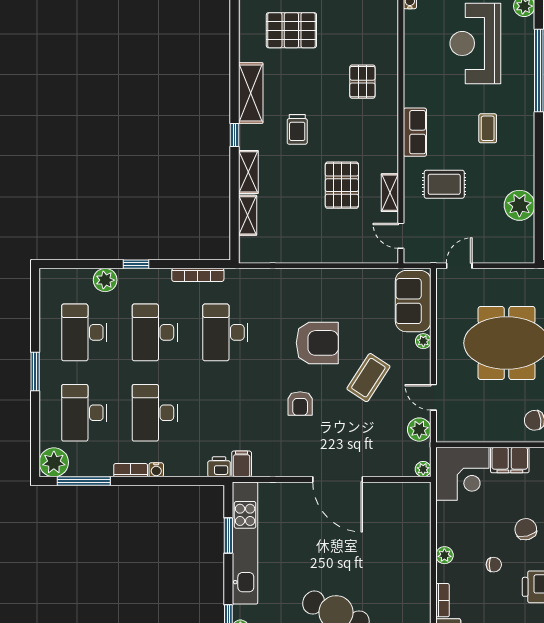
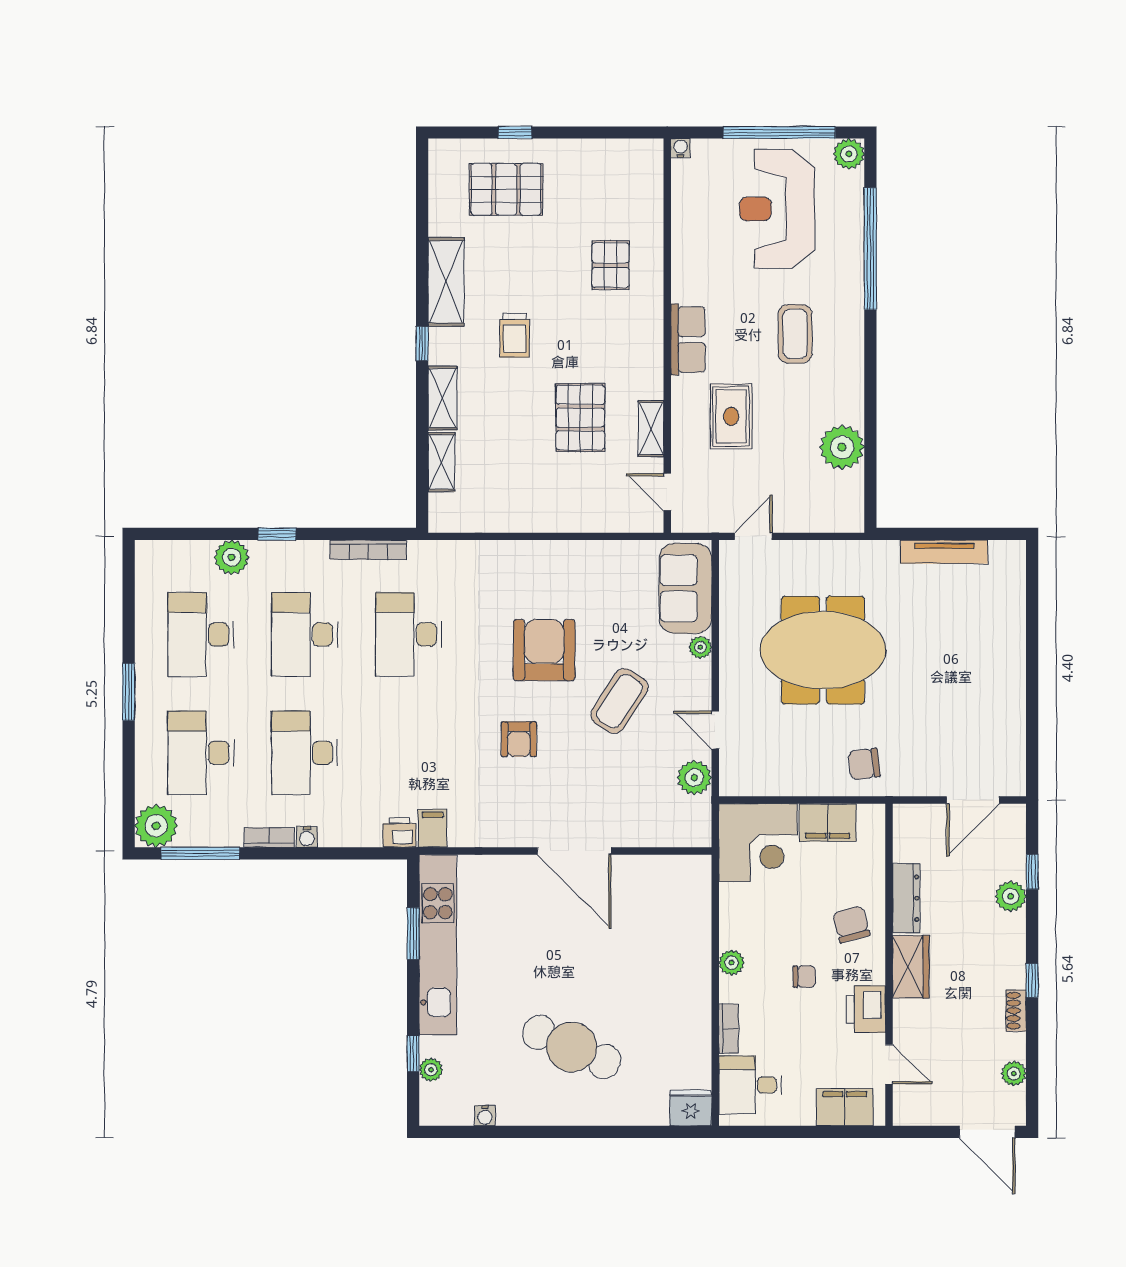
coffee table: (488, 128) -> (795, 334), width x1.36, depth x1.30
rug: (444, 184) -> (731, 416), turned 90
armchair: (317, 343) -> (544, 650), turned -90
plant: (423, 469) -> (700, 836), removed

